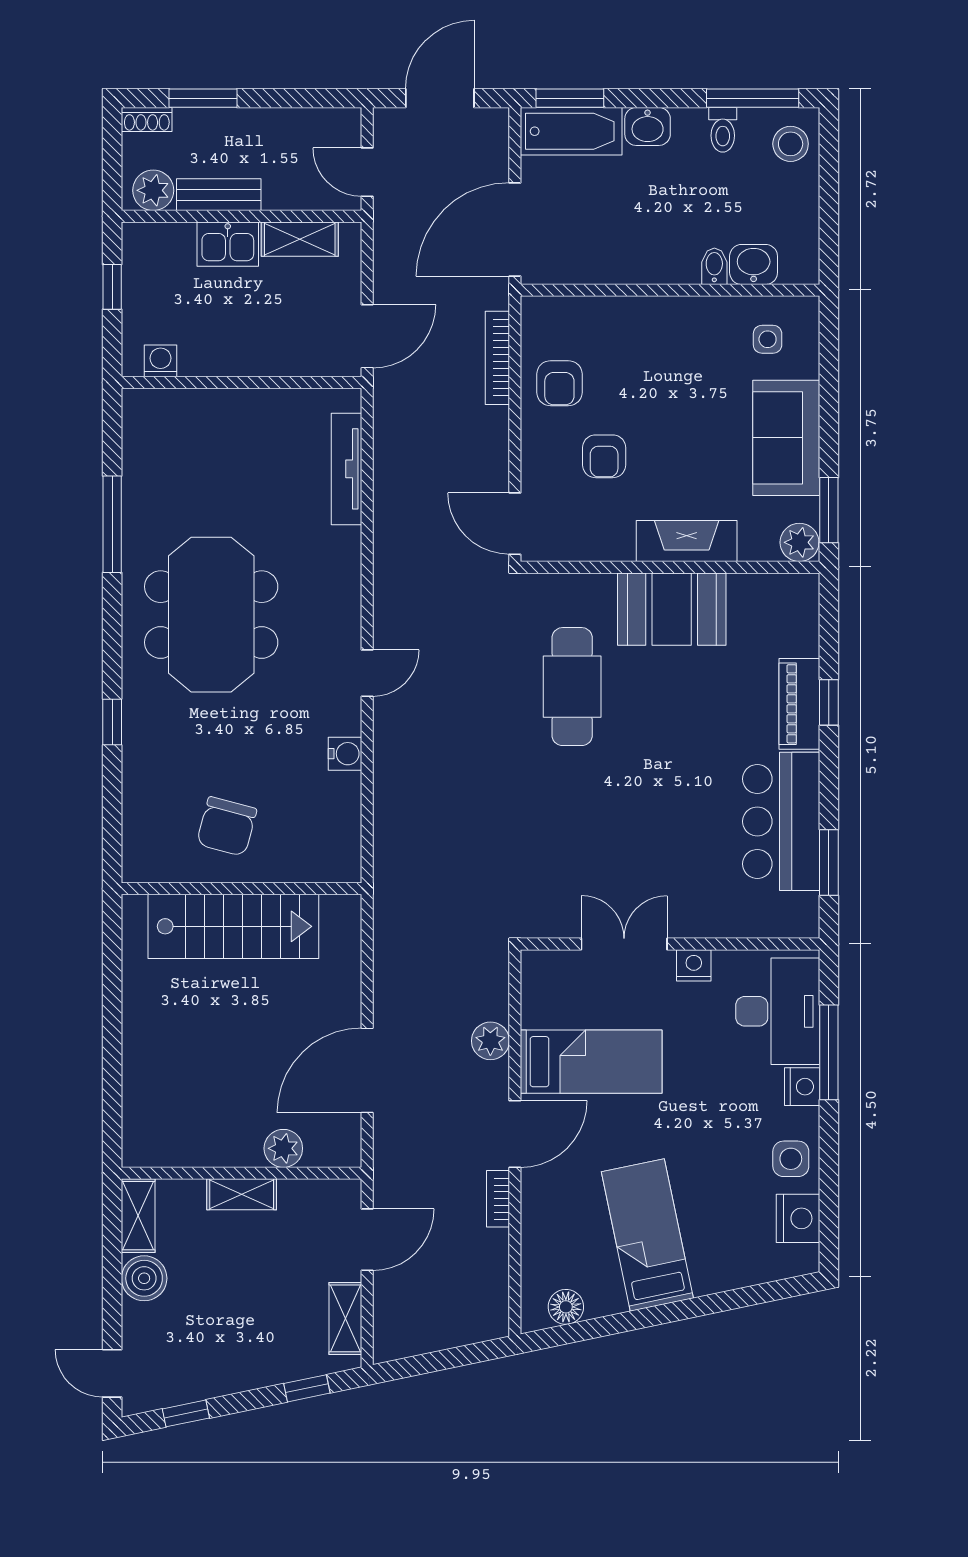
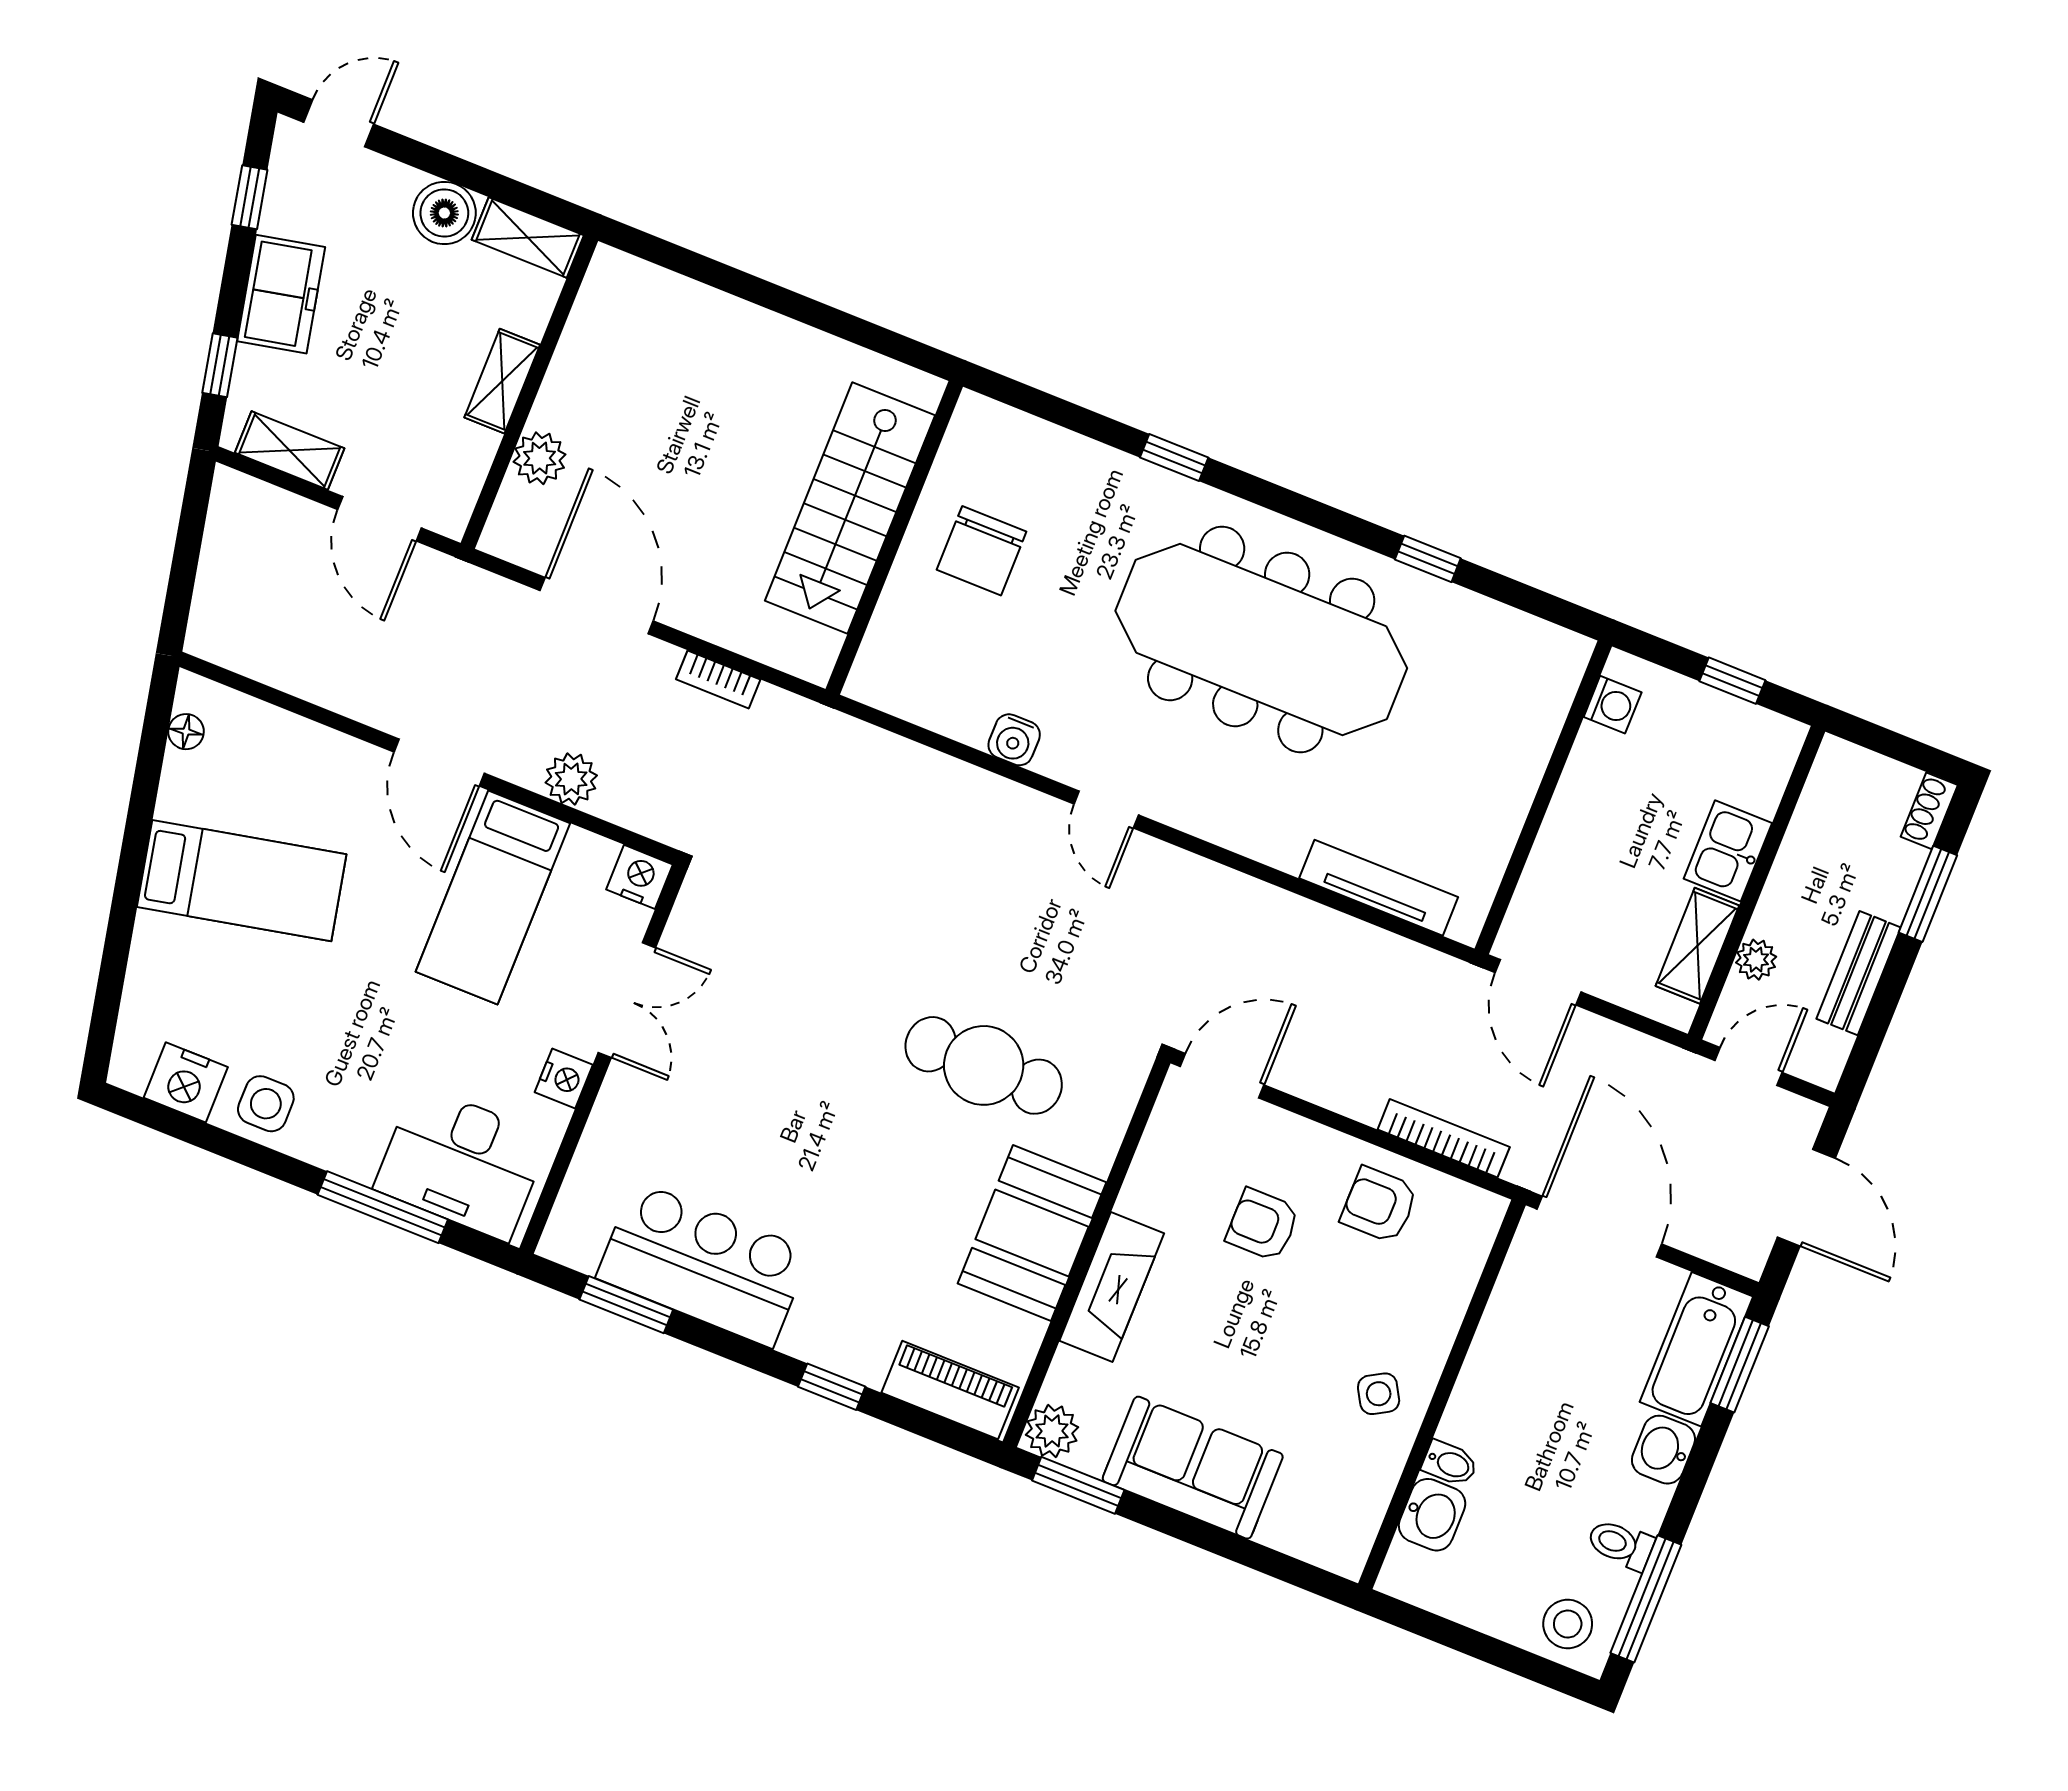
plant: (153, 190) -> (1756, 960), moved, width x0.73, depth x0.73
bench: (219, 195) -> (1859, 973), moved
side table: (768, 339) -> (1379, 1394), moved, turned -30
window: (112, 524) -> (1428, 559), width x0.46
meeting table: (211, 615) -> (1261, 639), width x1.36
piano: (799, 704) -> (950, 1390), moved
chair: (227, 826) -> (982, 551), turned -105
nightstand: (802, 1087) -> (640, 877), moved, turned 180
bookcase: (498, 1199) -> (718, 679), moved, turned 180
floor lamp: (566, 1307) -> (186, 732), width x0.73, depth x0.73
freezer: (243, 1366) -> (281, 294), added

